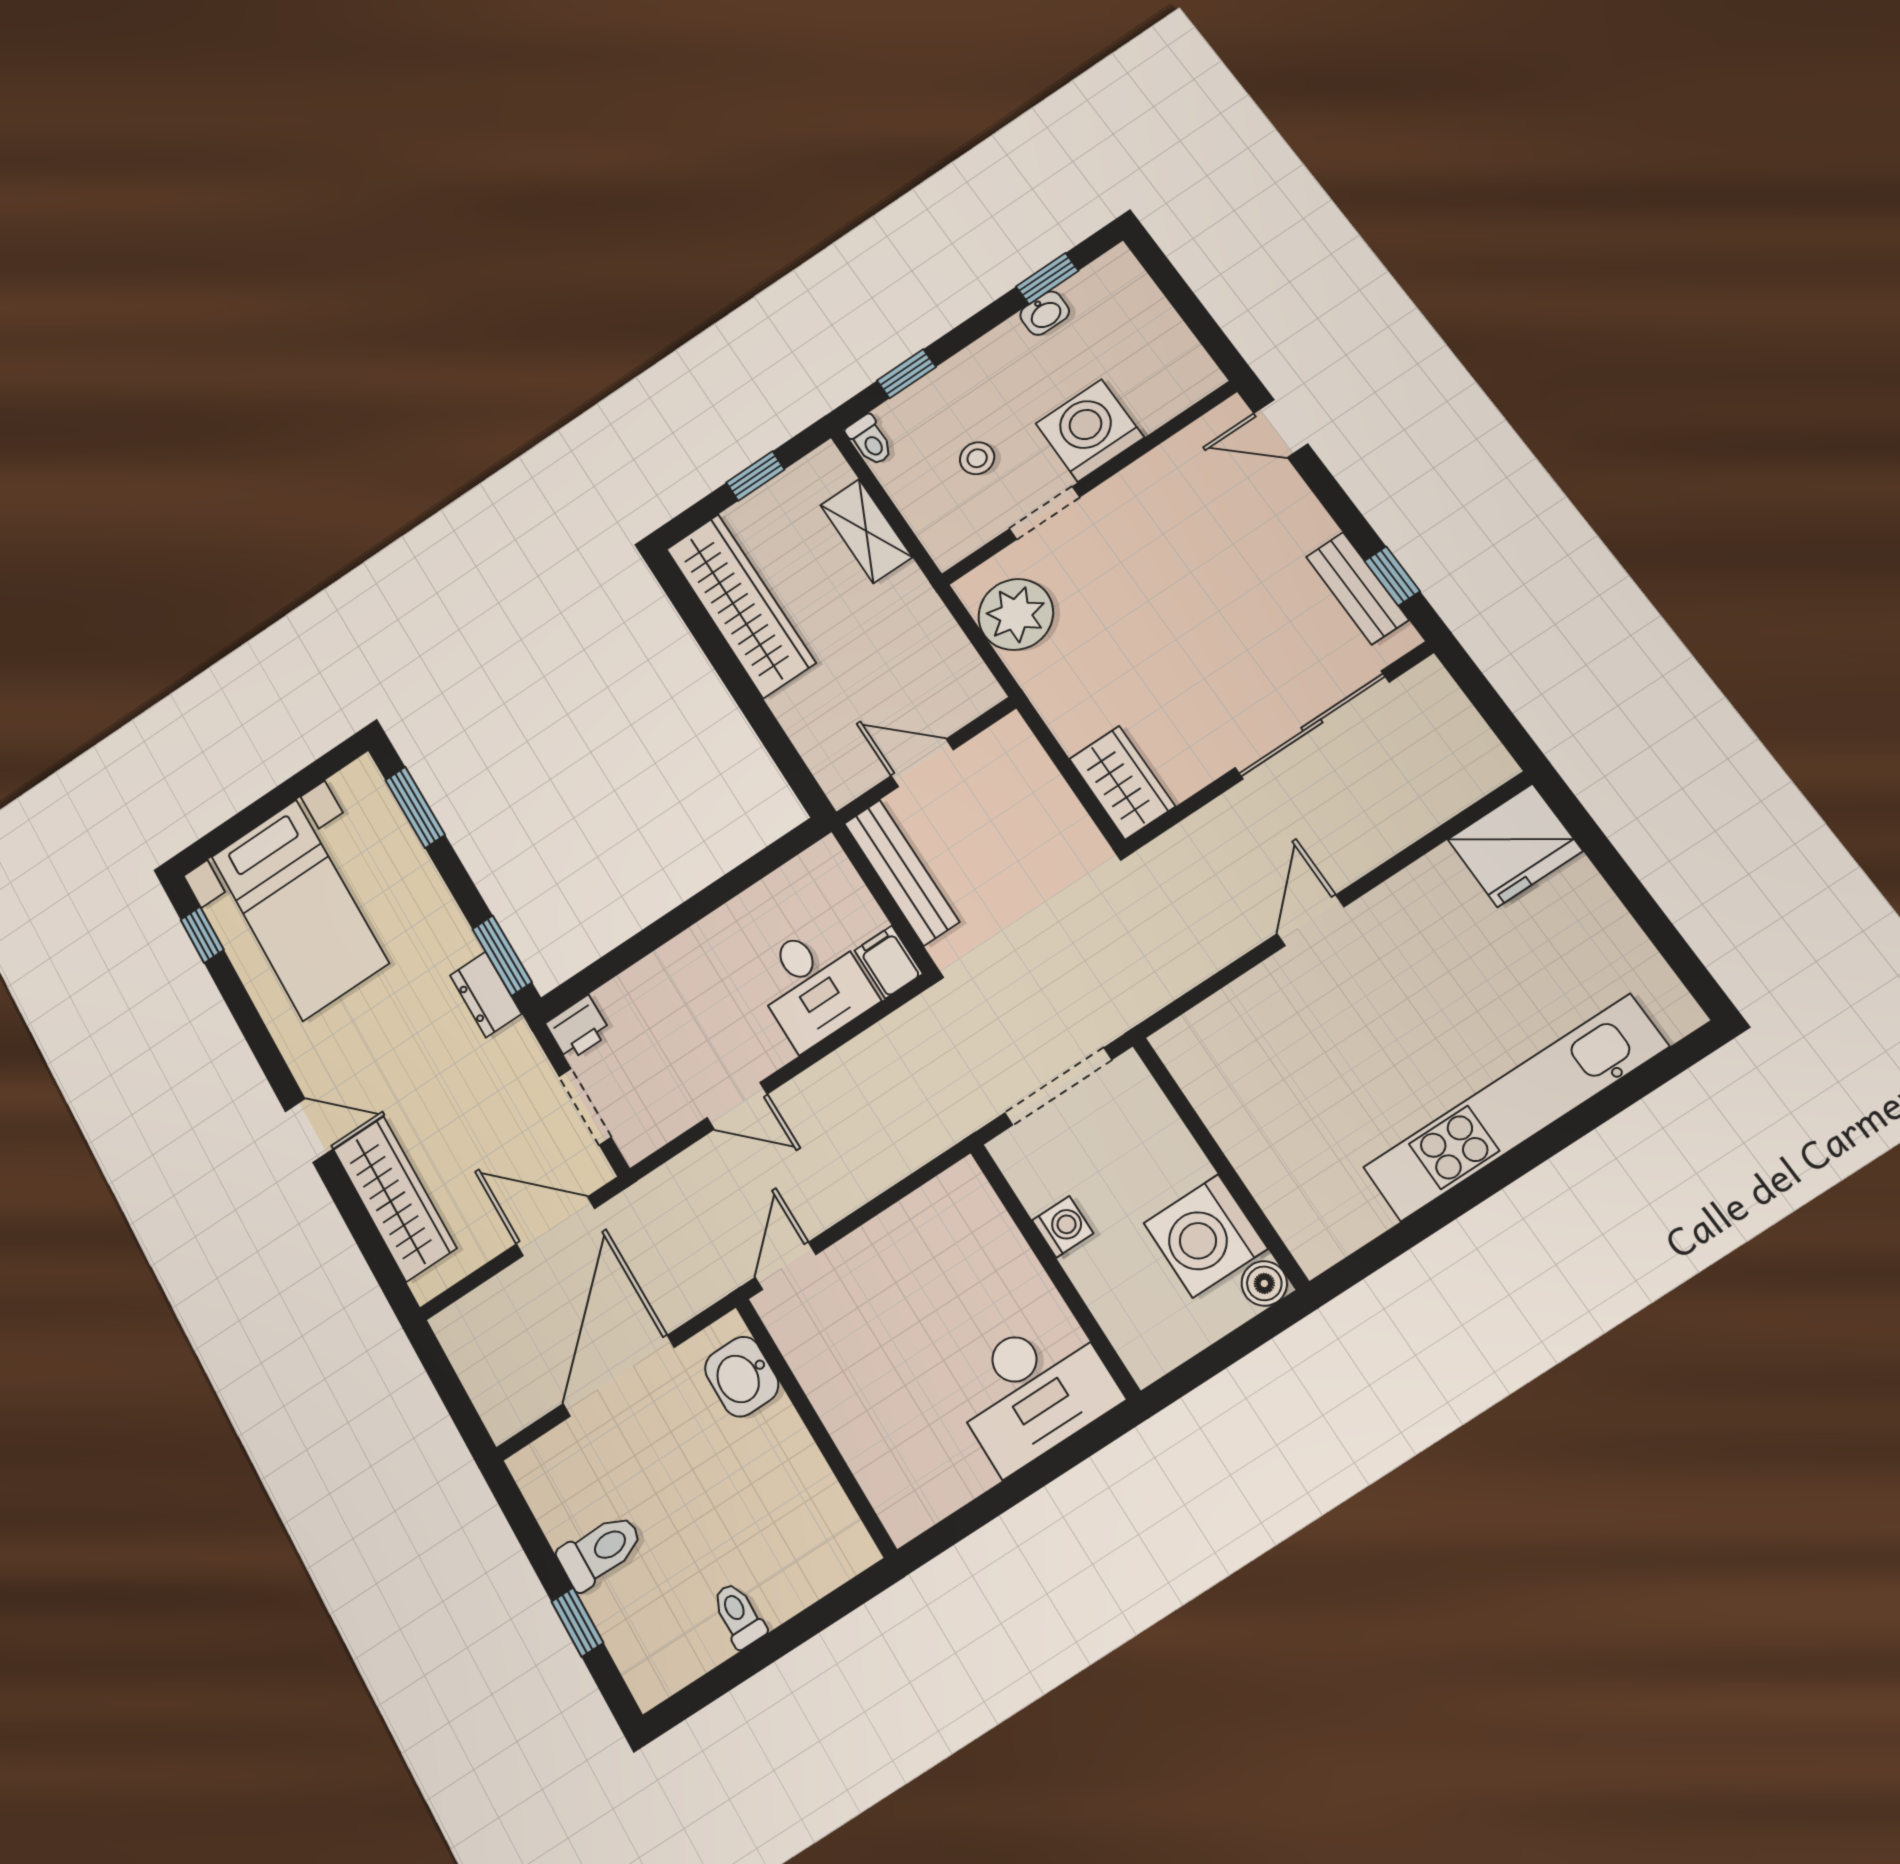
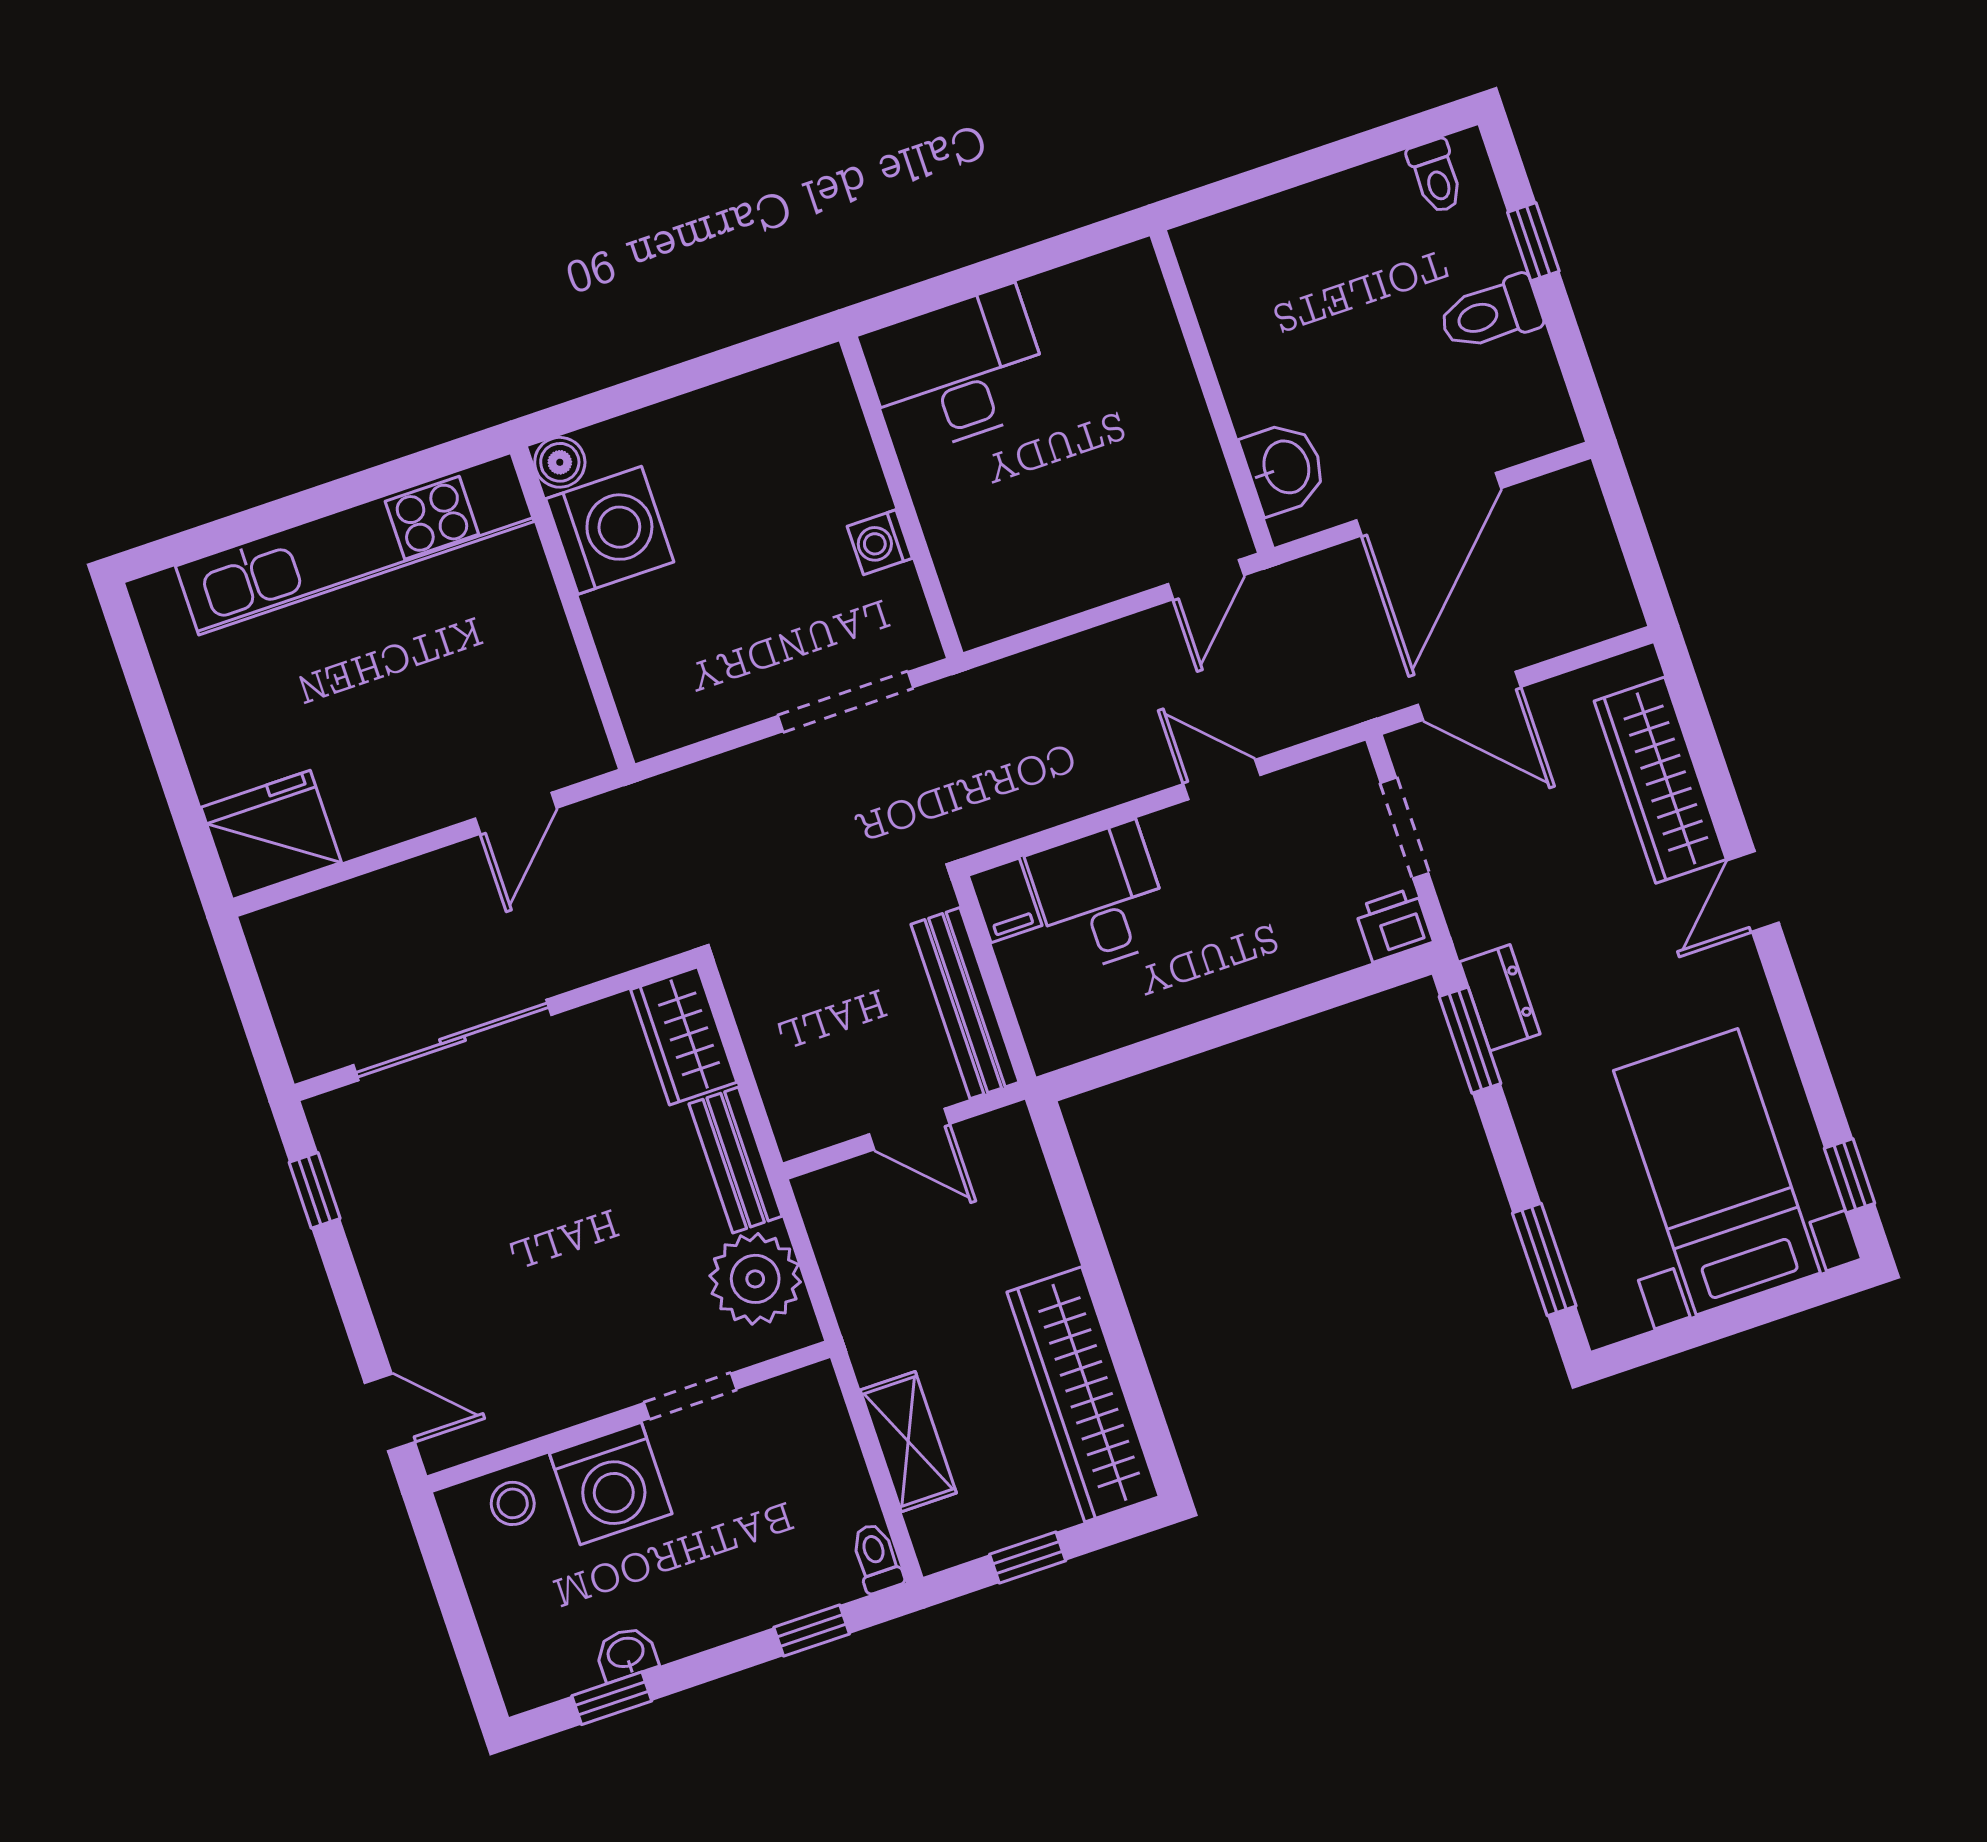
stool: (977, 458) -> (513, 1503), moved
bench: (1357, 588) -> (736, 1160), moved
door: (309, 1130) -> (1753, 892), hinge flipped
wall: (1220, 1162) -> (573, 608), moved
washing machine: (1205, 1236) -> (610, 530), moved
boiler: (1264, 1283) -> (560, 462), moved
toilet: (739, 1615) -> (1436, 176), moved

